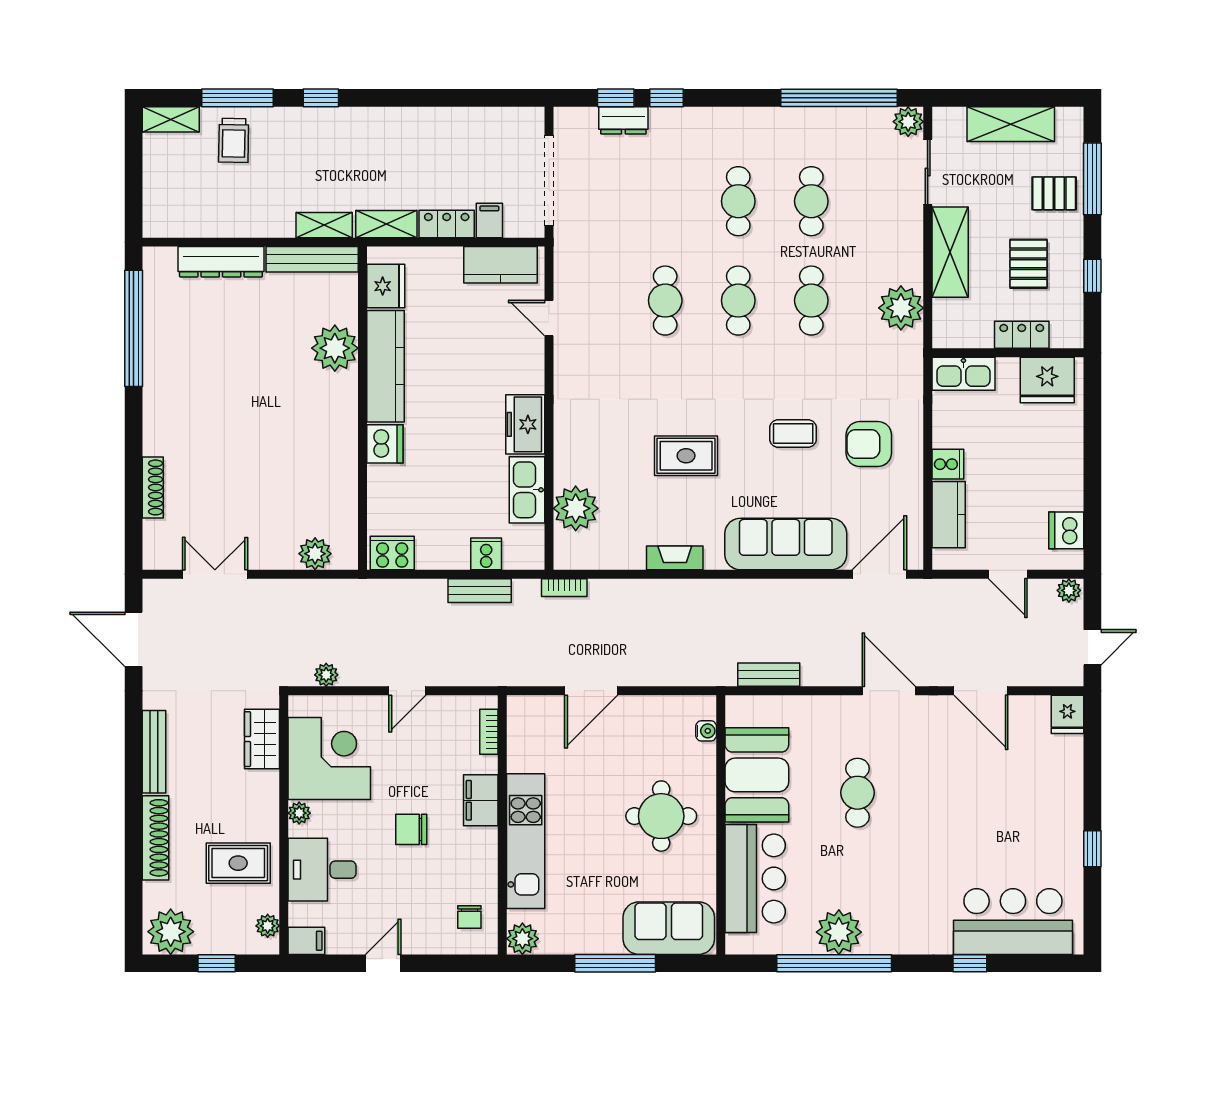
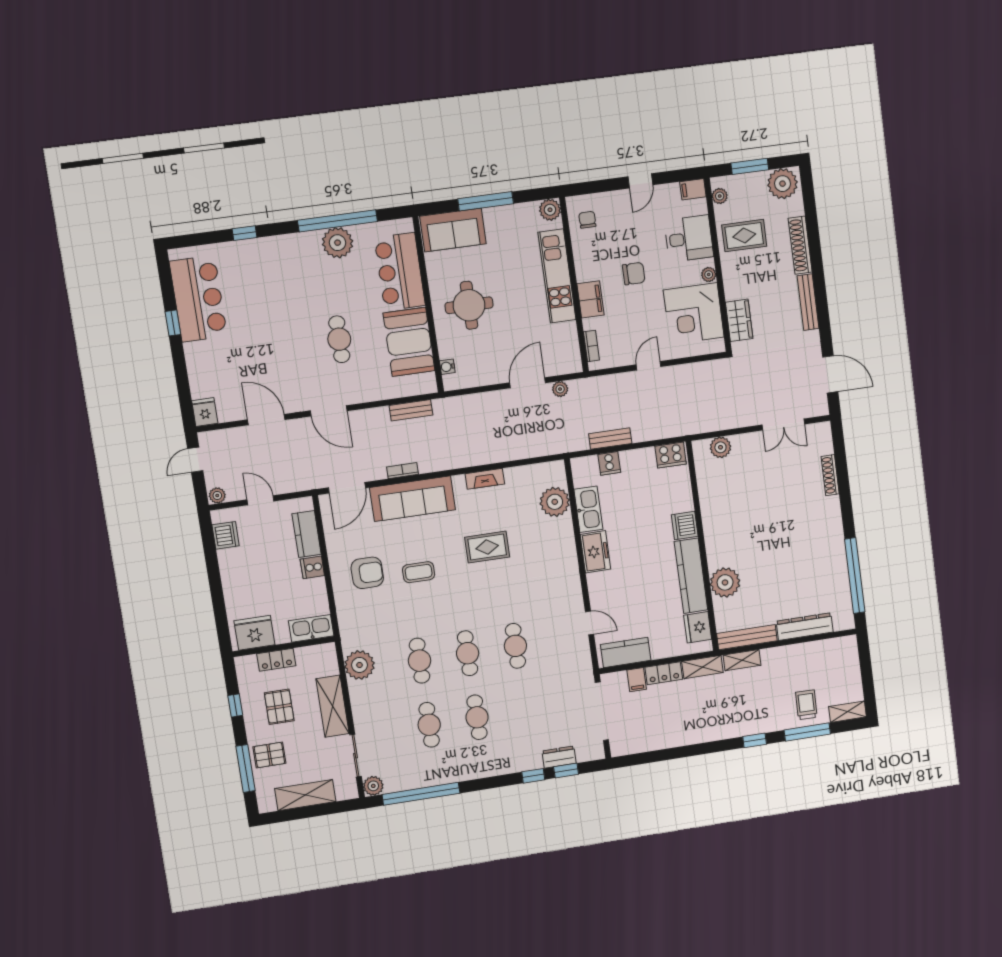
bookcase: (564, 588) -> (403, 471), moved
plant: (326, 675) -> (560, 389), moved
bar counter: (1013, 922) -> (198, 299), moved, turned -90
window: (217, 963) -> (750, 166), width x1.50

